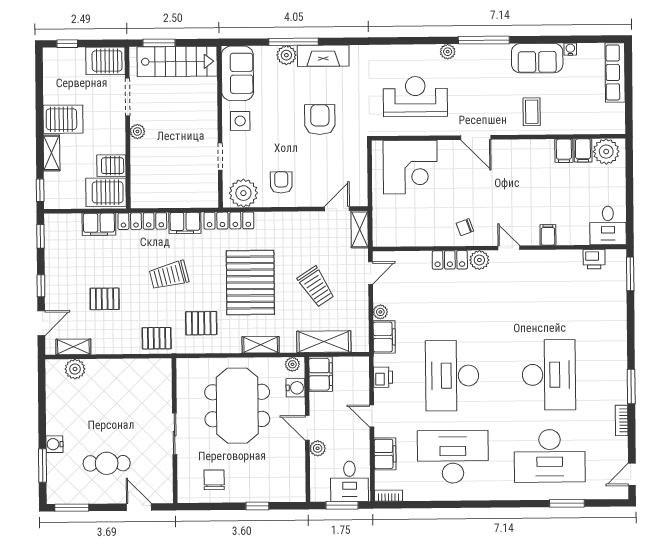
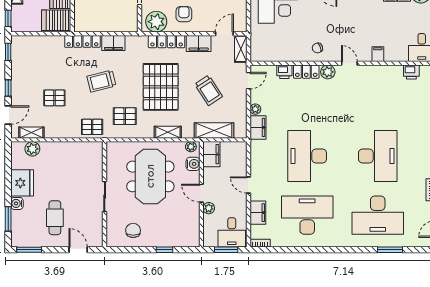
locker: (229, 221) -> (167, 42), moved
filing cabinet: (99, 224) -> (199, 43), moved
printer: (383, 377) -> (284, 72), moved, turned 90
fridge: (61, 416) -> (22, 183), added
cafe table: (107, 463) -> (55, 218), turned 90

